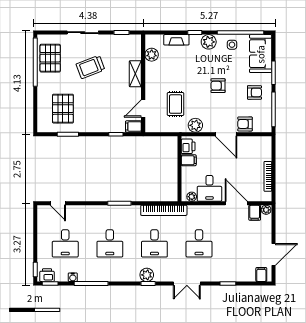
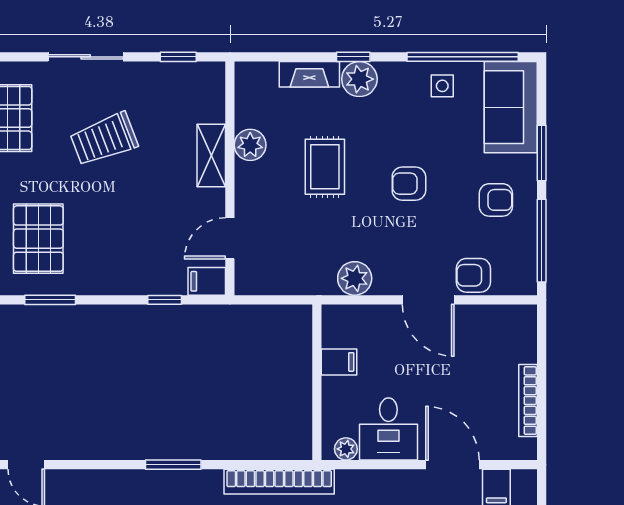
plant: (209, 42) -> (359, 79), moved
plant: (152, 55) -> (250, 145), moved
rug: (176, 104) -> (325, 167), moved
printer: (188, 146) -> (337, 329), removed
plant: (266, 210) -> (524, 480), removed

